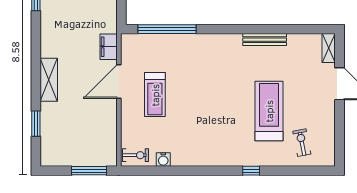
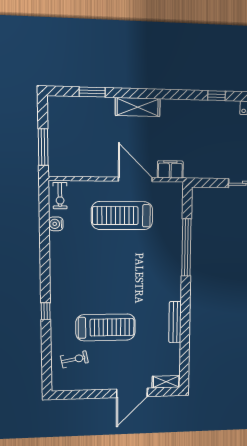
window: (167, 29) -> (186, 248), moved
treadmill: (155, 95) -> (122, 216), width x1.37, depth x1.38

